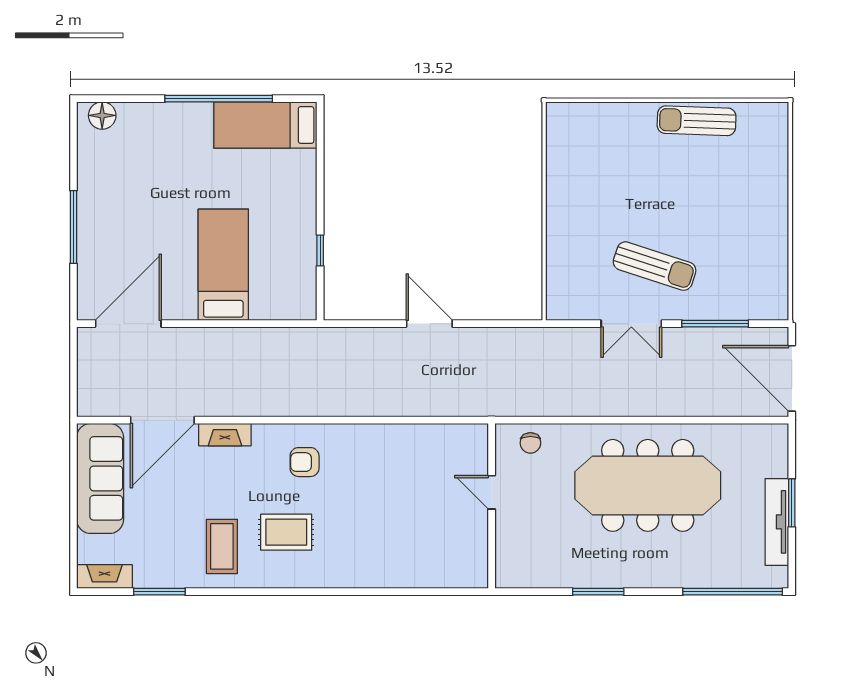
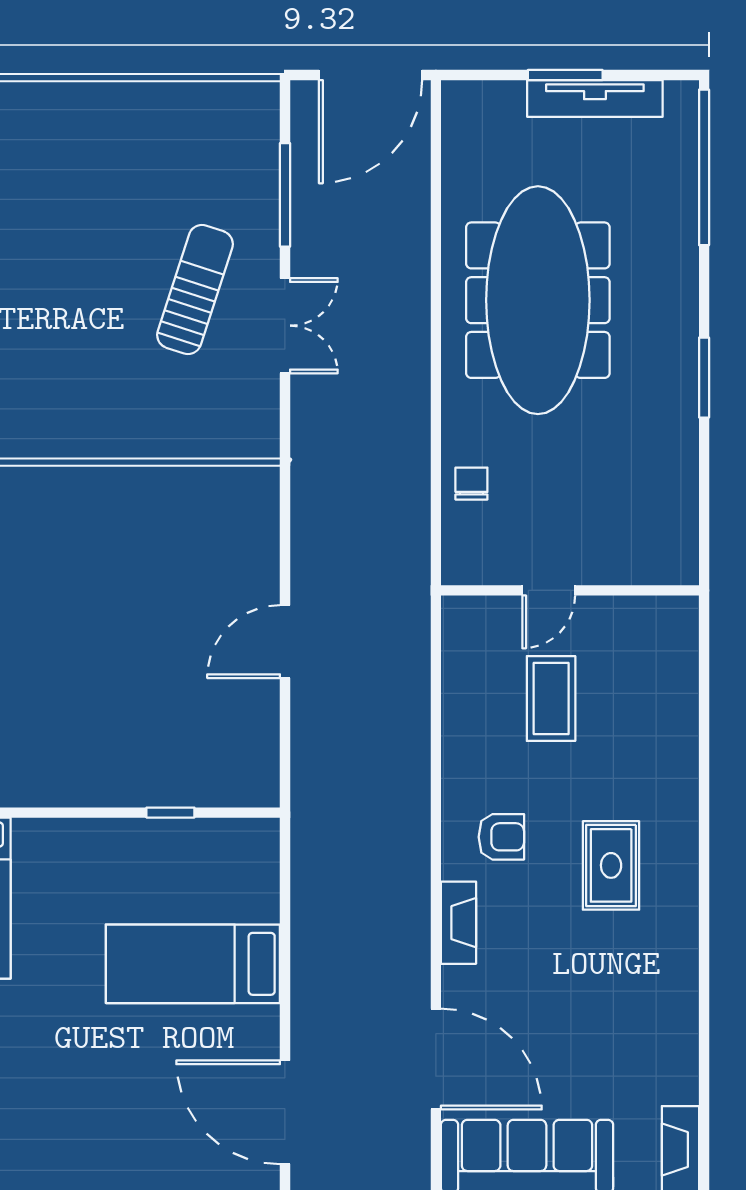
fireplace: (225, 435) -> (458, 923), moved
chair: (530, 443) -> (471, 484), turned -90
armchair: (305, 462) -> (501, 837), turned -90
door: (492, 492) -> (549, 590), moved
wall: (492, 506) -> (570, 590), moved
coffee table: (222, 546) -> (551, 698), moved, turned 90
window: (159, 592) -> (704, 1064), removed

